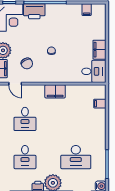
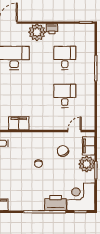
door: (15, 84) -> (75, 131), hinge flipped
filing cabinet: (55, 91) -> (19, 123), moved

